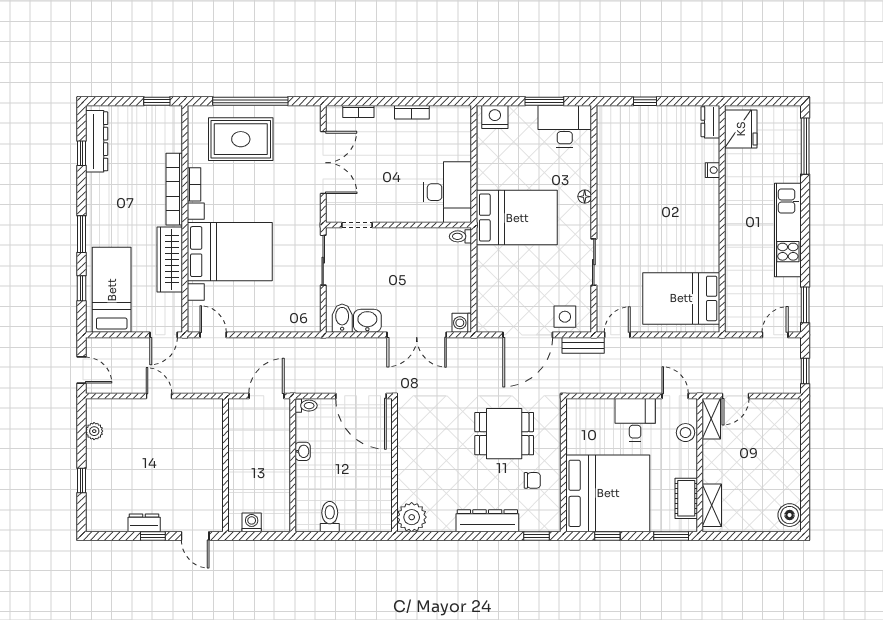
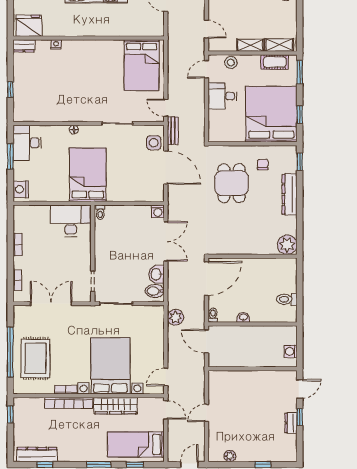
plant: (303, 349) -> (175, 317), added
shelving: (711, 419) -> (250, 45), moved

